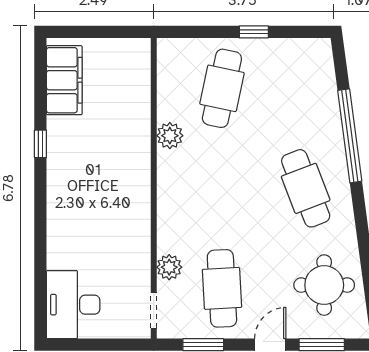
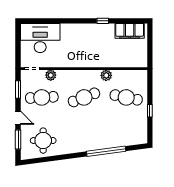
cafe table: (306, 188) -> (84, 97), moved
desk: (73, 305) -> (40, 38), width x1.36, depth x1.30

